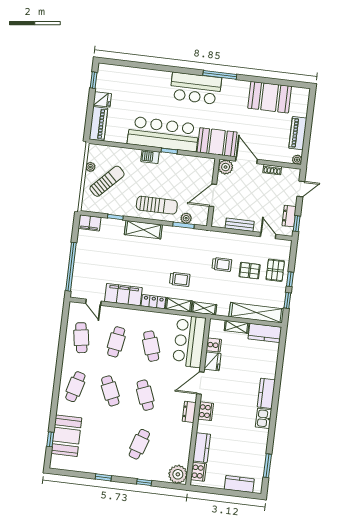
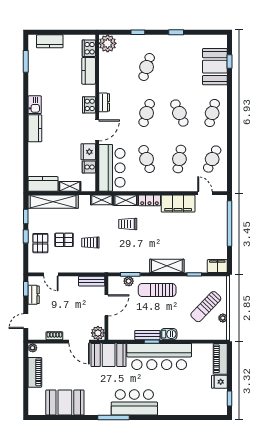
bench: (173, 158) -> (147, 335), added
bench: (240, 225) -> (92, 281), moved
cafe table: (81, 338) -> (212, 159), turned 33
cafe table: (145, 395) -> (147, 113), turned 39

